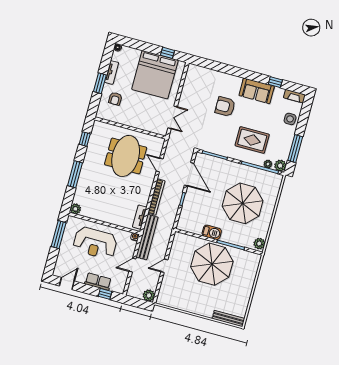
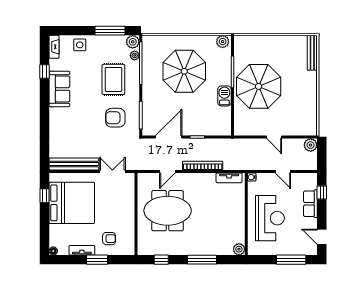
armchair: (225, 107) -> (115, 118), moved, turned 90
window: (59, 235) -> (291, 260), moved
bench: (147, 237) -> (74, 164), moved

